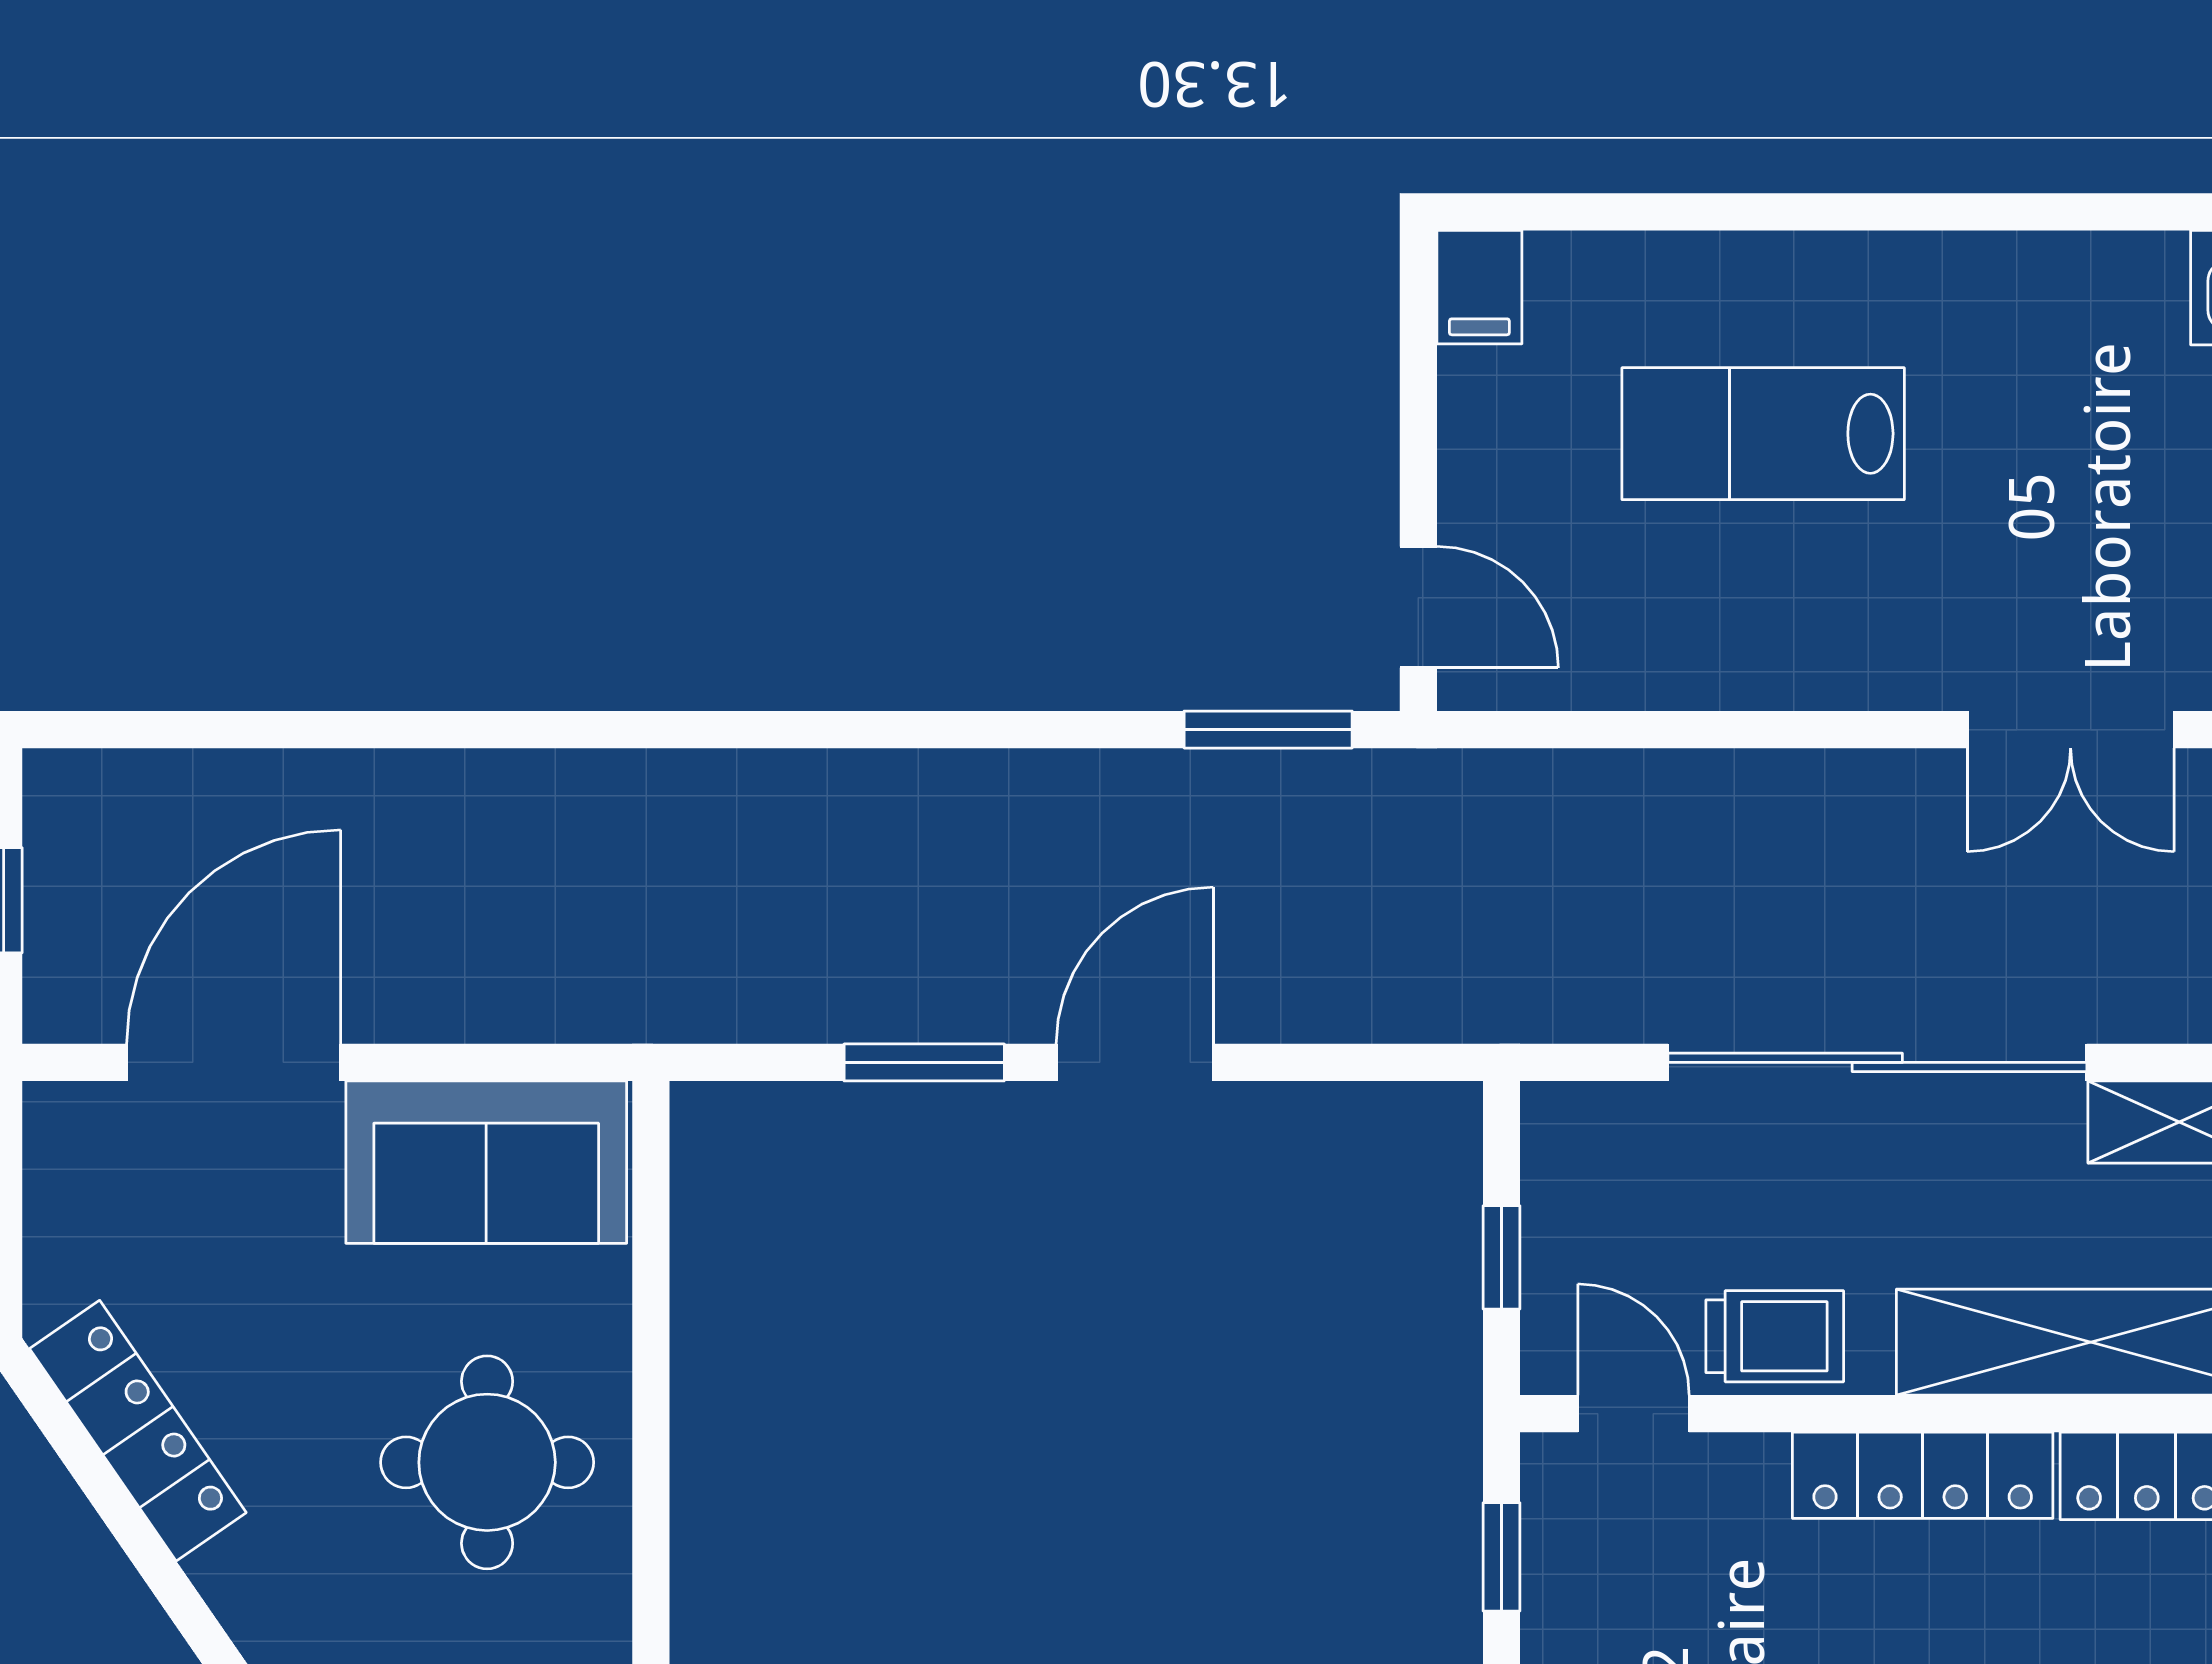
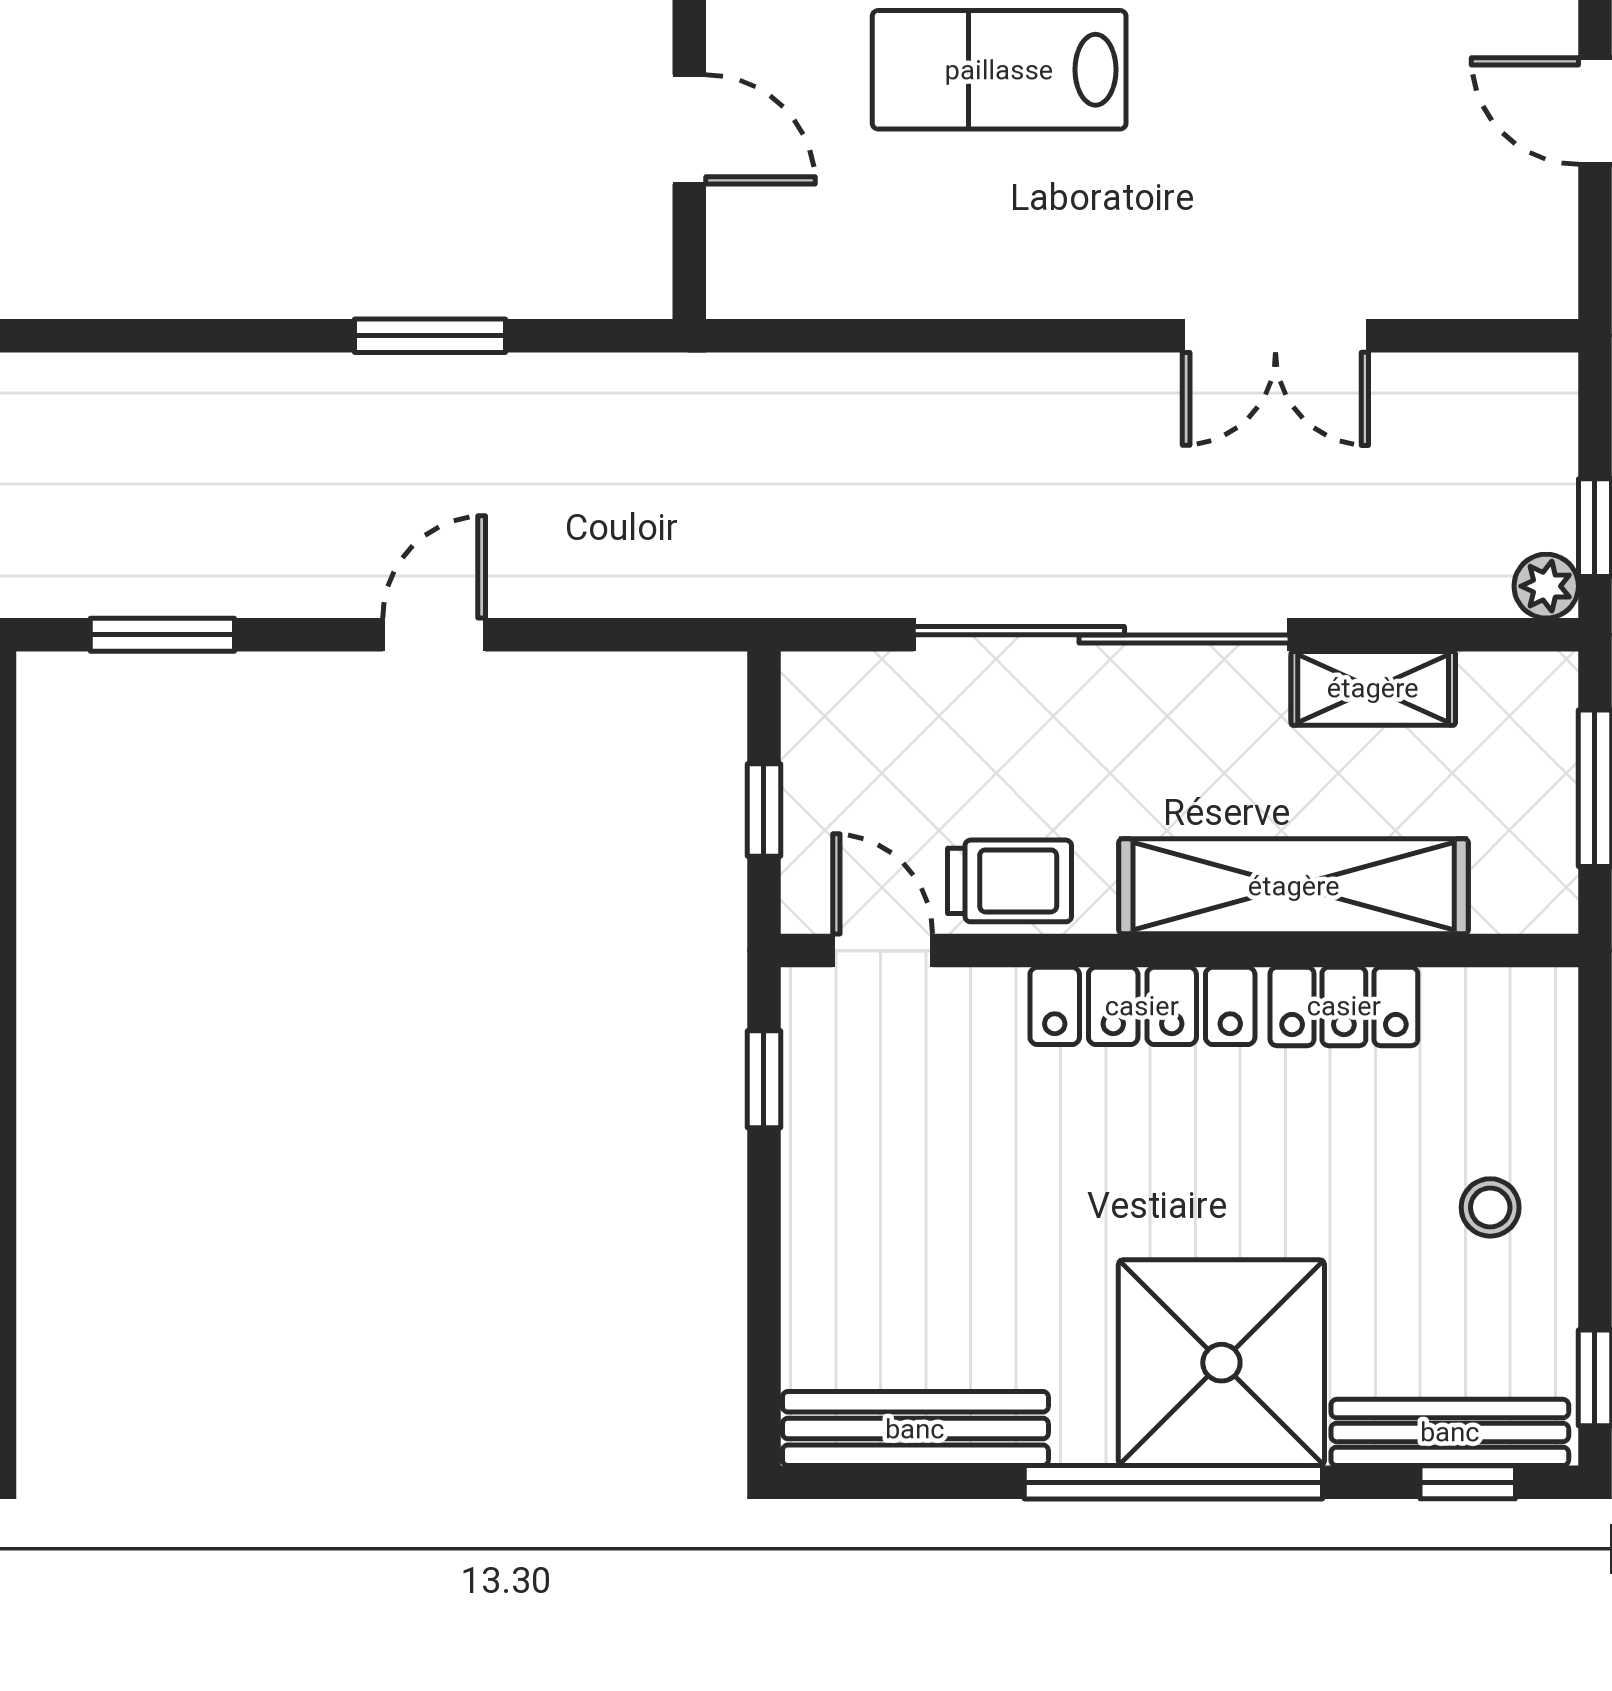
door: (1418, 607) -> (689, 129), moved
window: (1268, 730) -> (430, 336), moved
window: (924, 1062) -> (162, 635), moved
door: (1135, 1062) -> (434, 635), width x0.73

